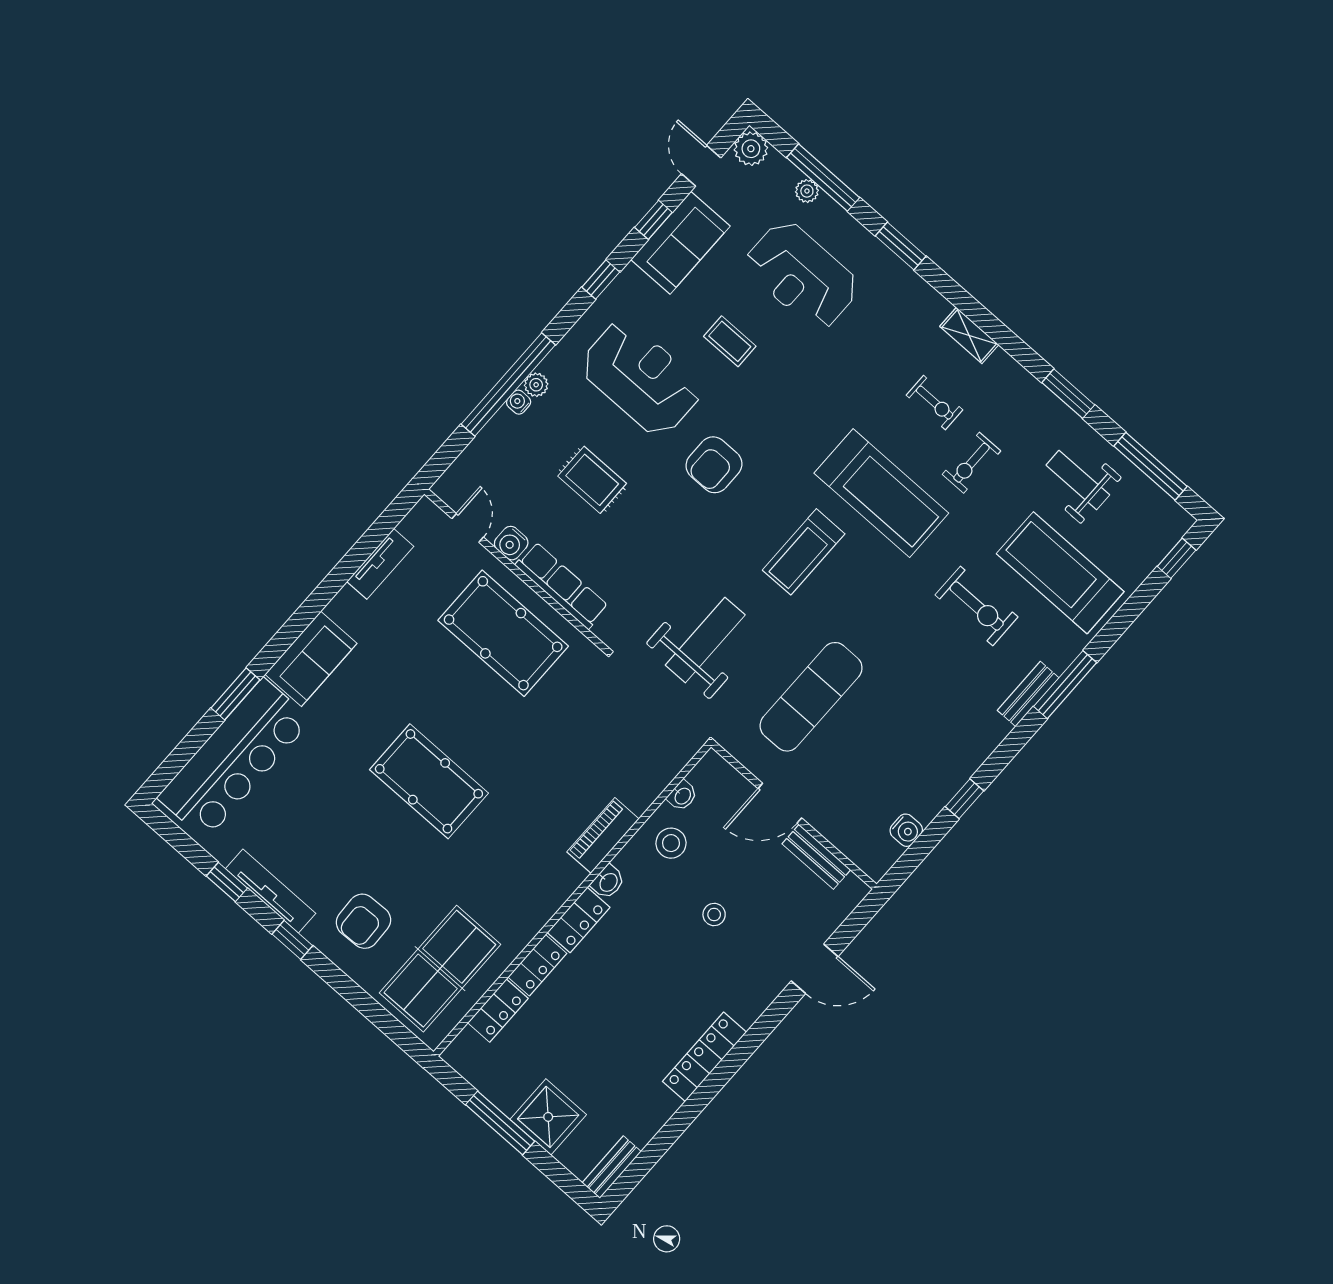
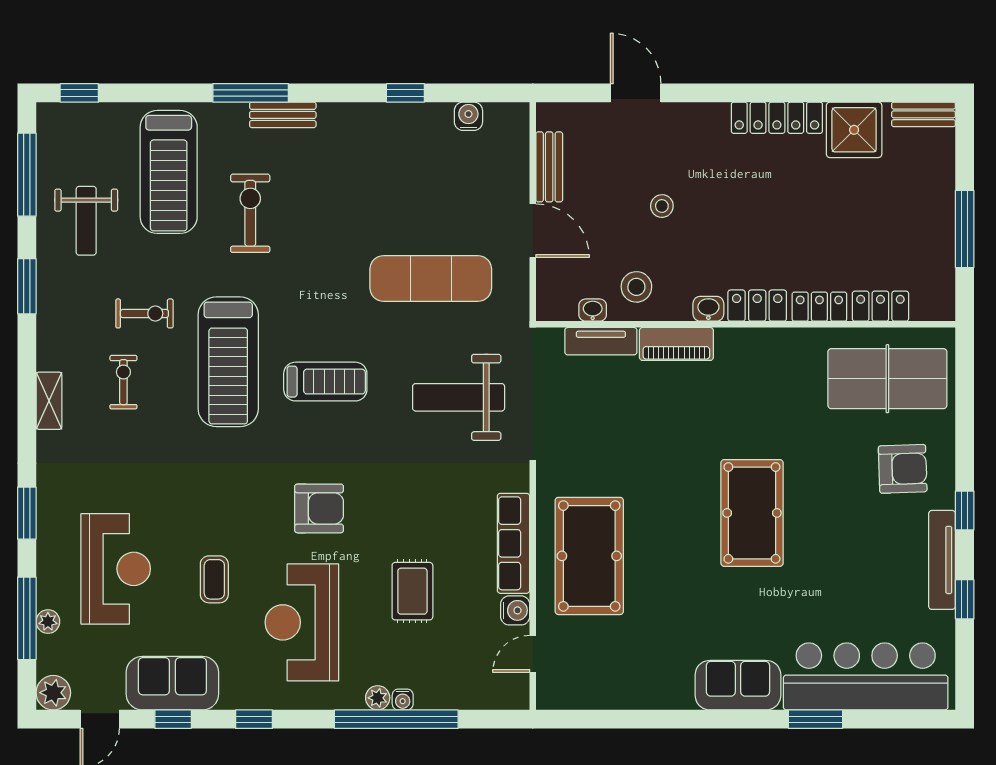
treadmill: (881, 493) -> (228, 362), turned 180
tv unit: (380, 564) -> (601, 341), moved, turned 180
shower: (548, 1117) -> (854, 130), moved

